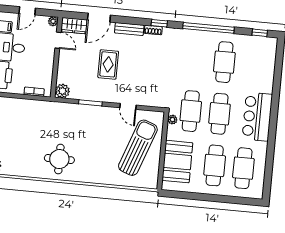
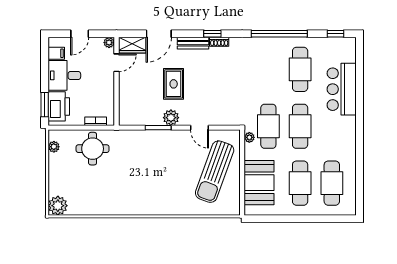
window: (159, 23) -> (212, 34), moved
door: (58, 40) -> (116, 63), hinge flipped
plant: (62, 91) -> (171, 118), moved
bar counter: (257, 117) -> (342, 89), moved
sun lounger: (138, 148) -> (215, 172), turned 180
round table: (59, 159) -> (93, 149), moved

